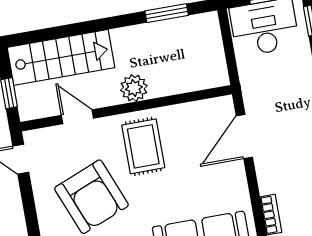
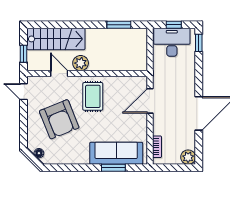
plant: (134, 88) -> (81, 63), moved

